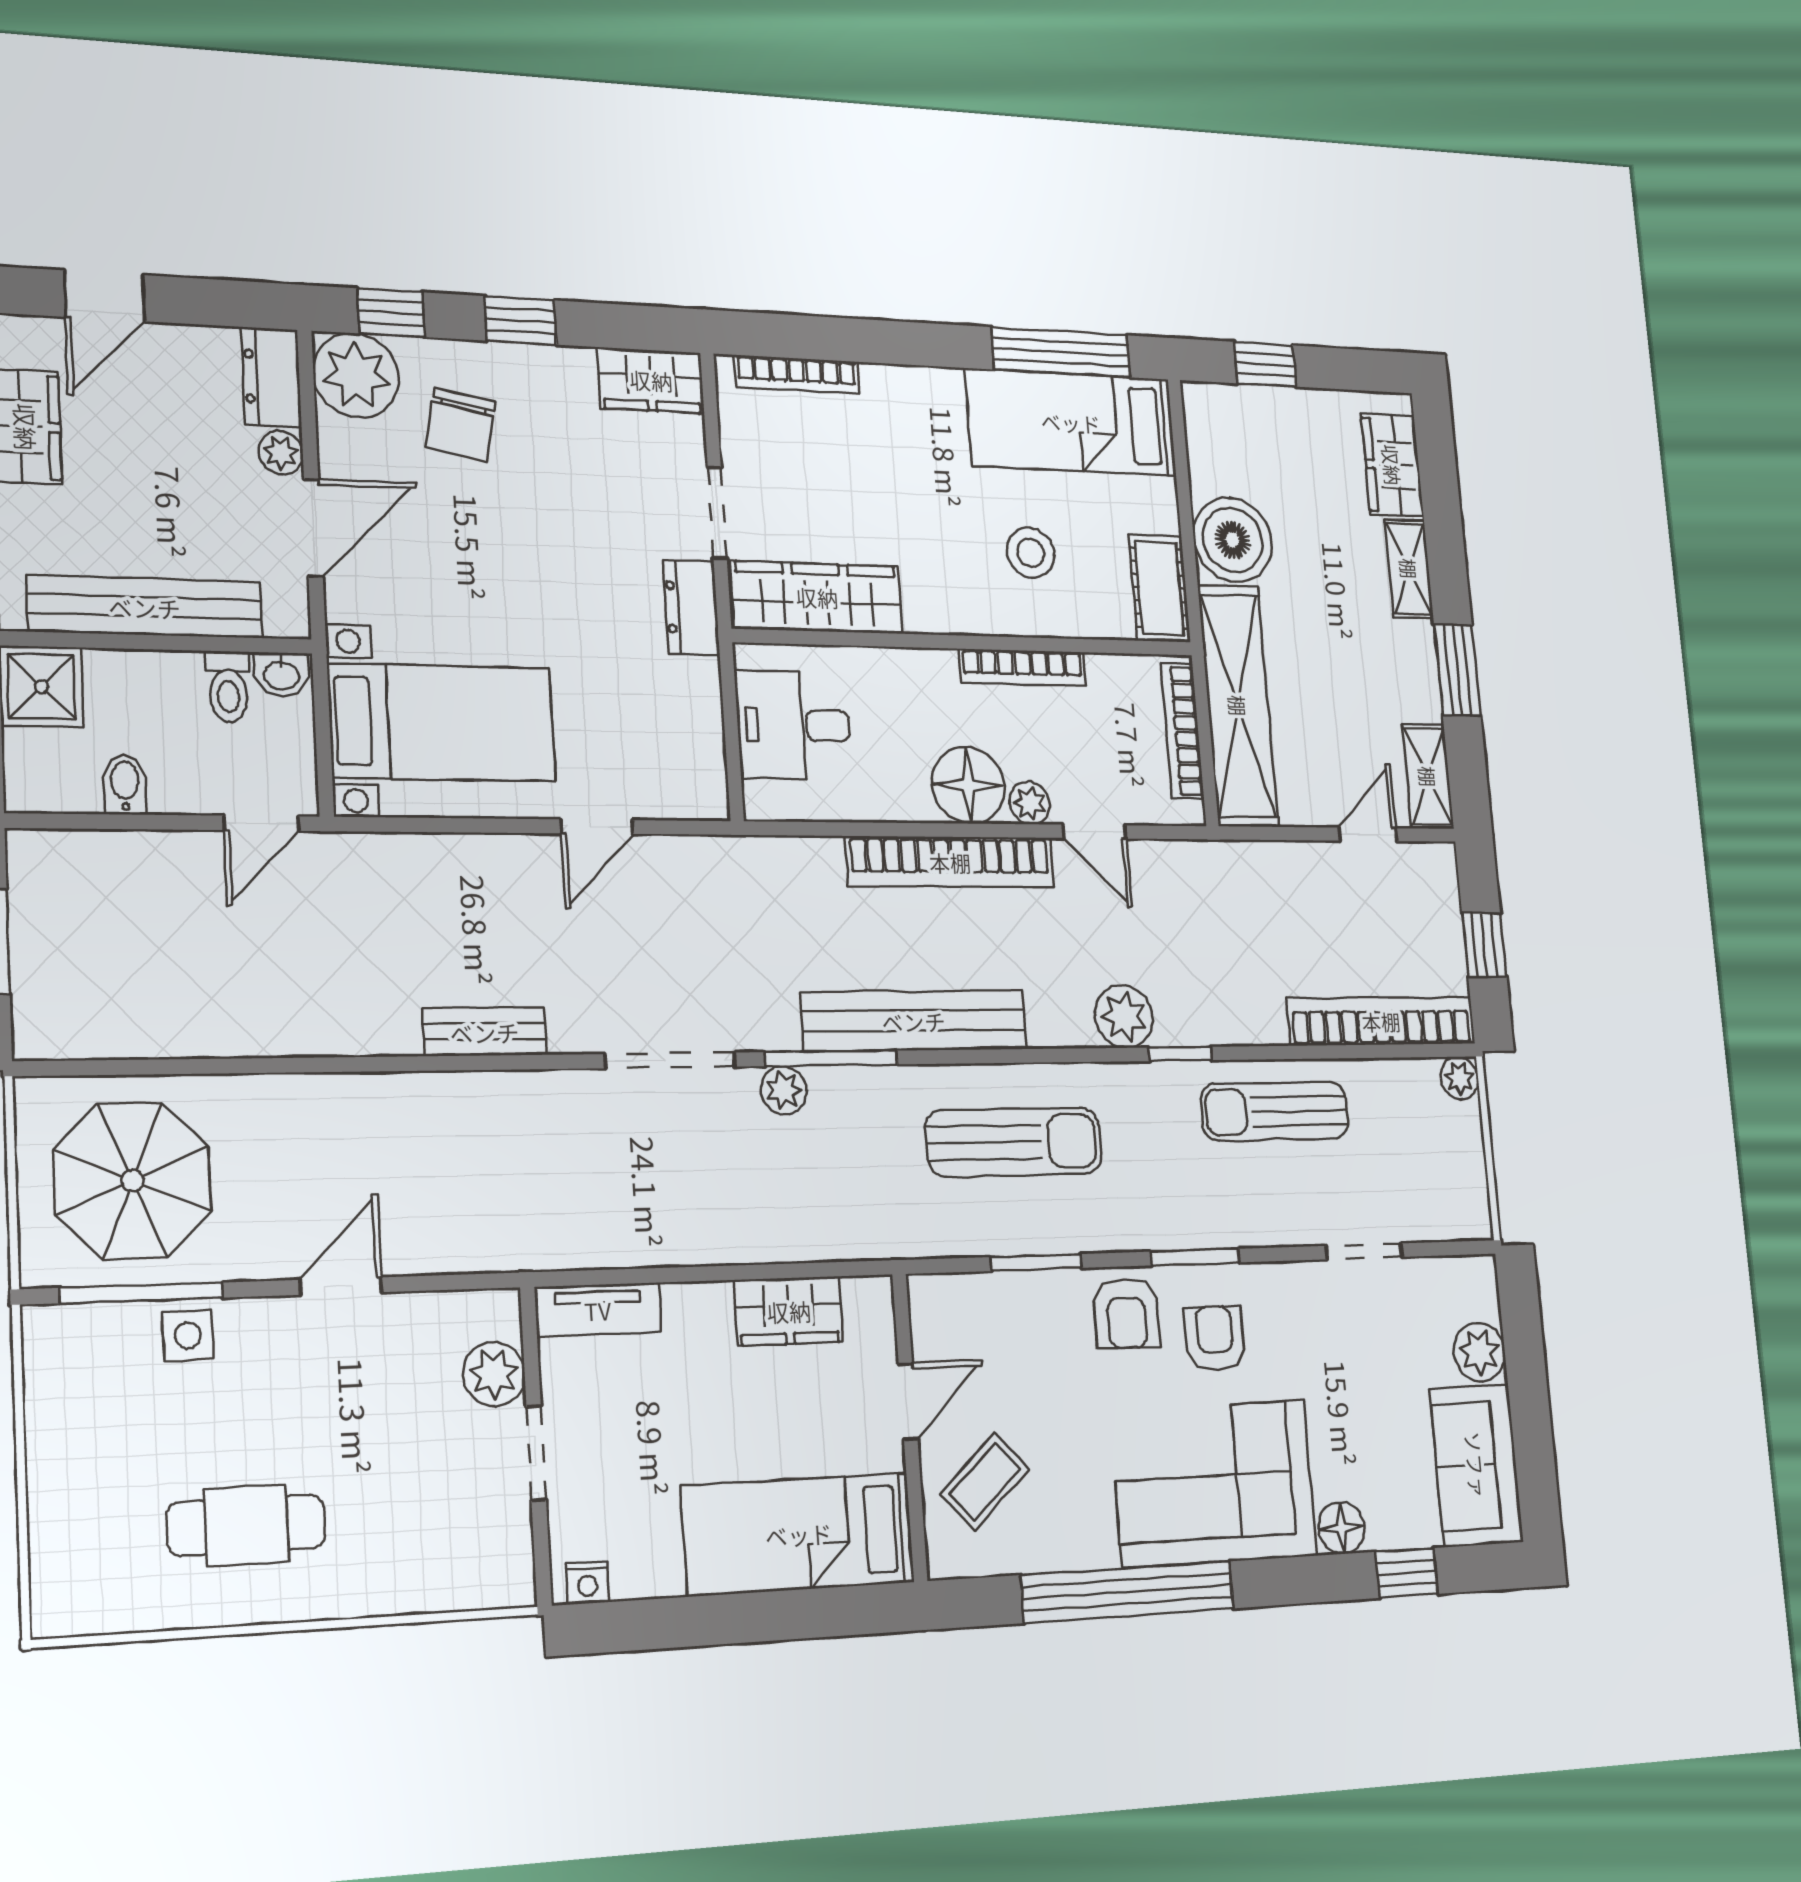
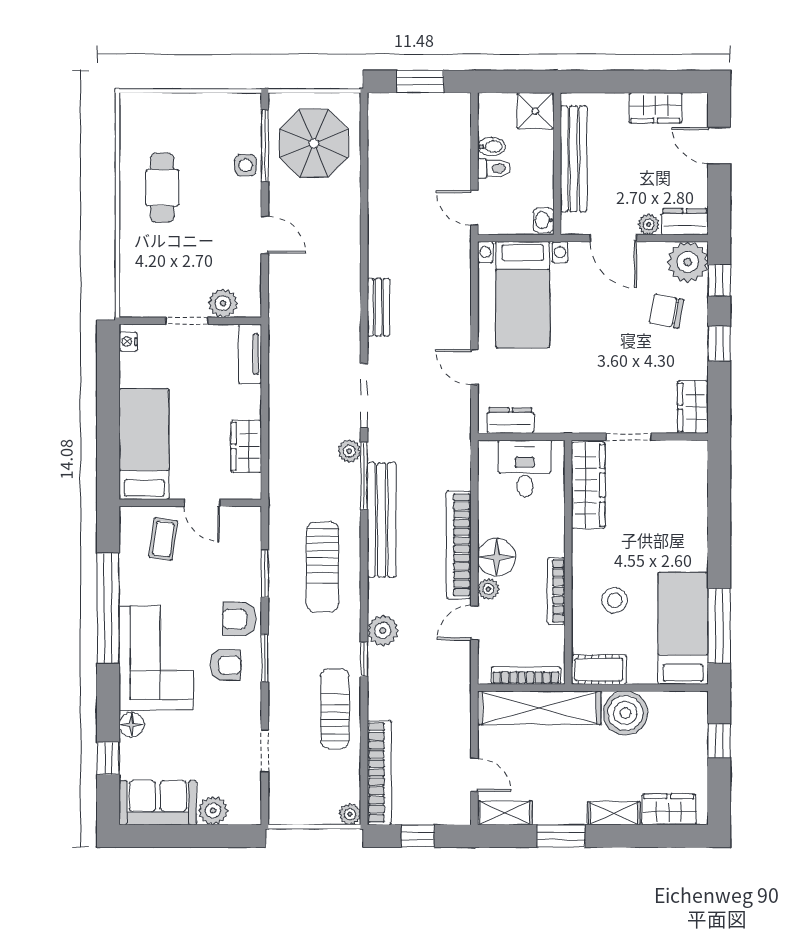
bookcase: (797, 375) -> (700, 483), removed
dresser: (691, 607) -> (510, 420), moved
toilet: (228, 687) -> (494, 168), moved, turned 180
coffee table: (985, 1481) -> (163, 539), turned 50

